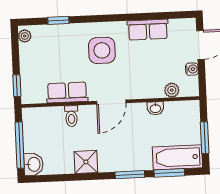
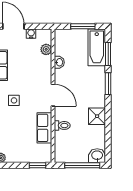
side table: (102, 50) -> (14, 100), width x0.54, depth x0.54

